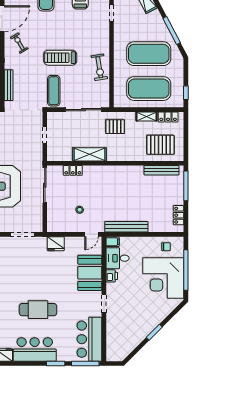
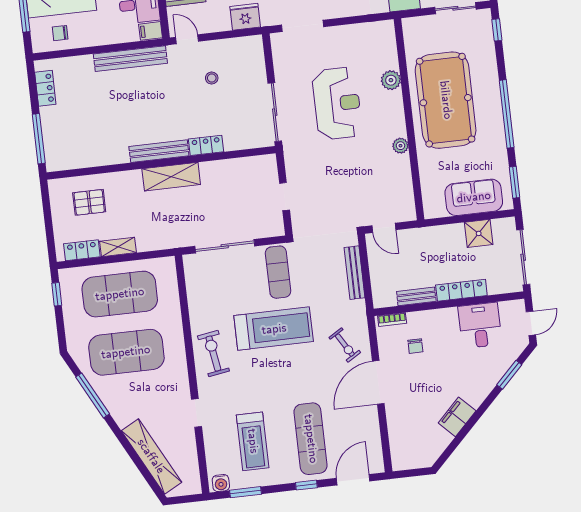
treadmill: (60, 58) -> (274, 329), width x1.37, depth x1.37
exercise bike: (99, 67) -> (213, 353), moved
pallet: (115, 127) -> (169, 224), removed
pallet: (160, 145) -> (89, 202), width x0.67, depth x0.71
shelving: (89, 154) -> (171, 177), moved
locker: (73, 170) -> (206, 145), moved
bench: (161, 170) -> (159, 151), moved
door: (92, 234) -> (187, 39), hinge flipped

